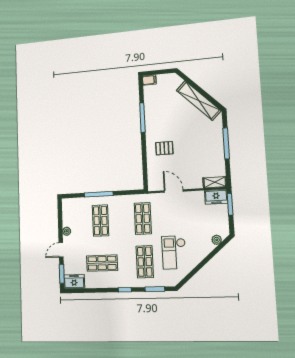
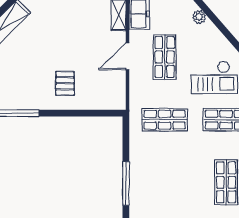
door: (174, 191) -> (128, 56), moved
shop shelf: (100, 221) -> (165, 57), moved, turned 90

